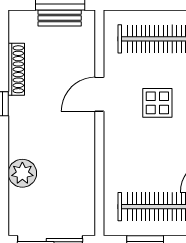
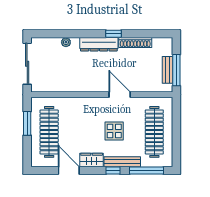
dresser: (19, 127) -> (99, 44), added
plant: (22, 173) -> (66, 42), width x0.53, depth x0.53

